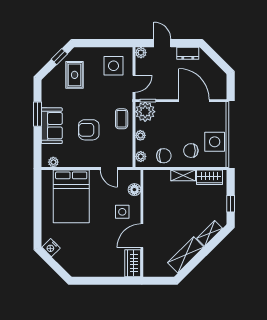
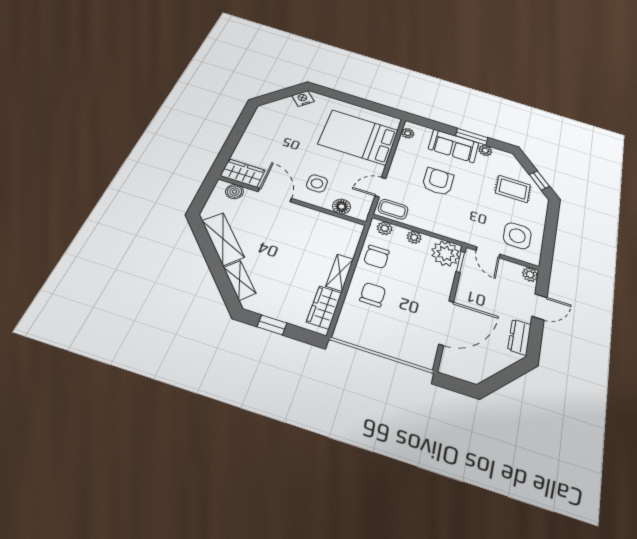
plant: (47, 101) -> (485, 150), added
coffee table: (122, 119) -> (393, 209), moved
side table: (215, 142) -> (376, 332), removed
boiler: (149, 262) -> (234, 192), added

